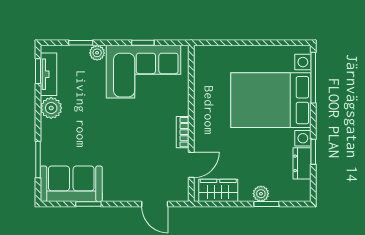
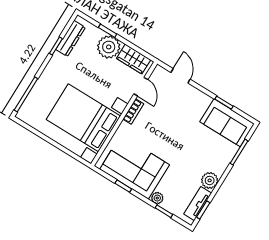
bed with nightstands: (271, 100) -> (83, 118), moved, turned 180
dresser: (302, 163) -> (71, 38), width x1.44
door: (191, 165) -> (141, 87), swing flipped
plant: (261, 194) -> (109, 47), width x1.87, depth x1.87

